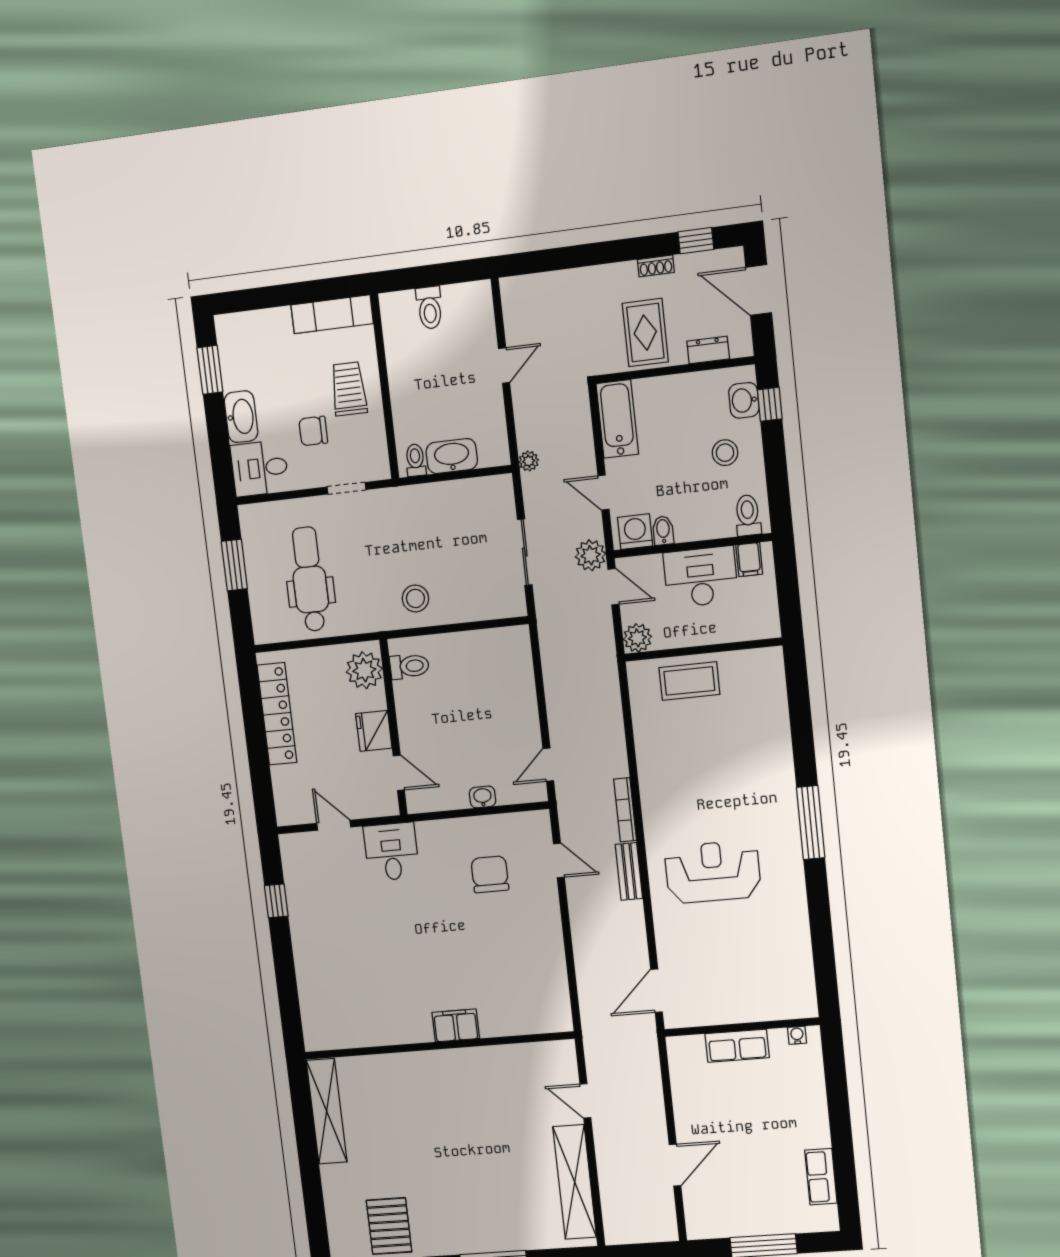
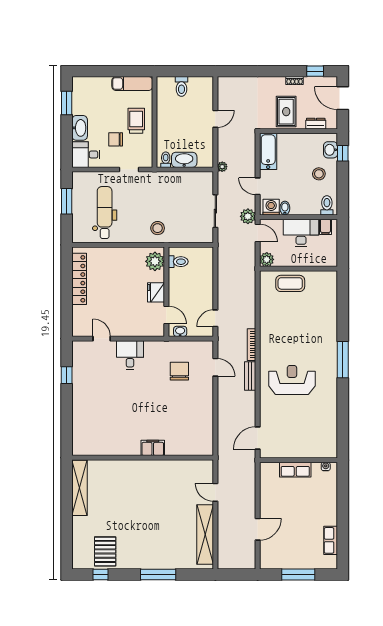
toilet: (409, 666) -> (178, 262), moved
plant: (364, 670) -> (155, 261), moved
wall: (393, 727) -> (166, 292), moved
fridge: (374, 731) -> (156, 292), moved
door: (399, 773) -> (166, 315), moved

